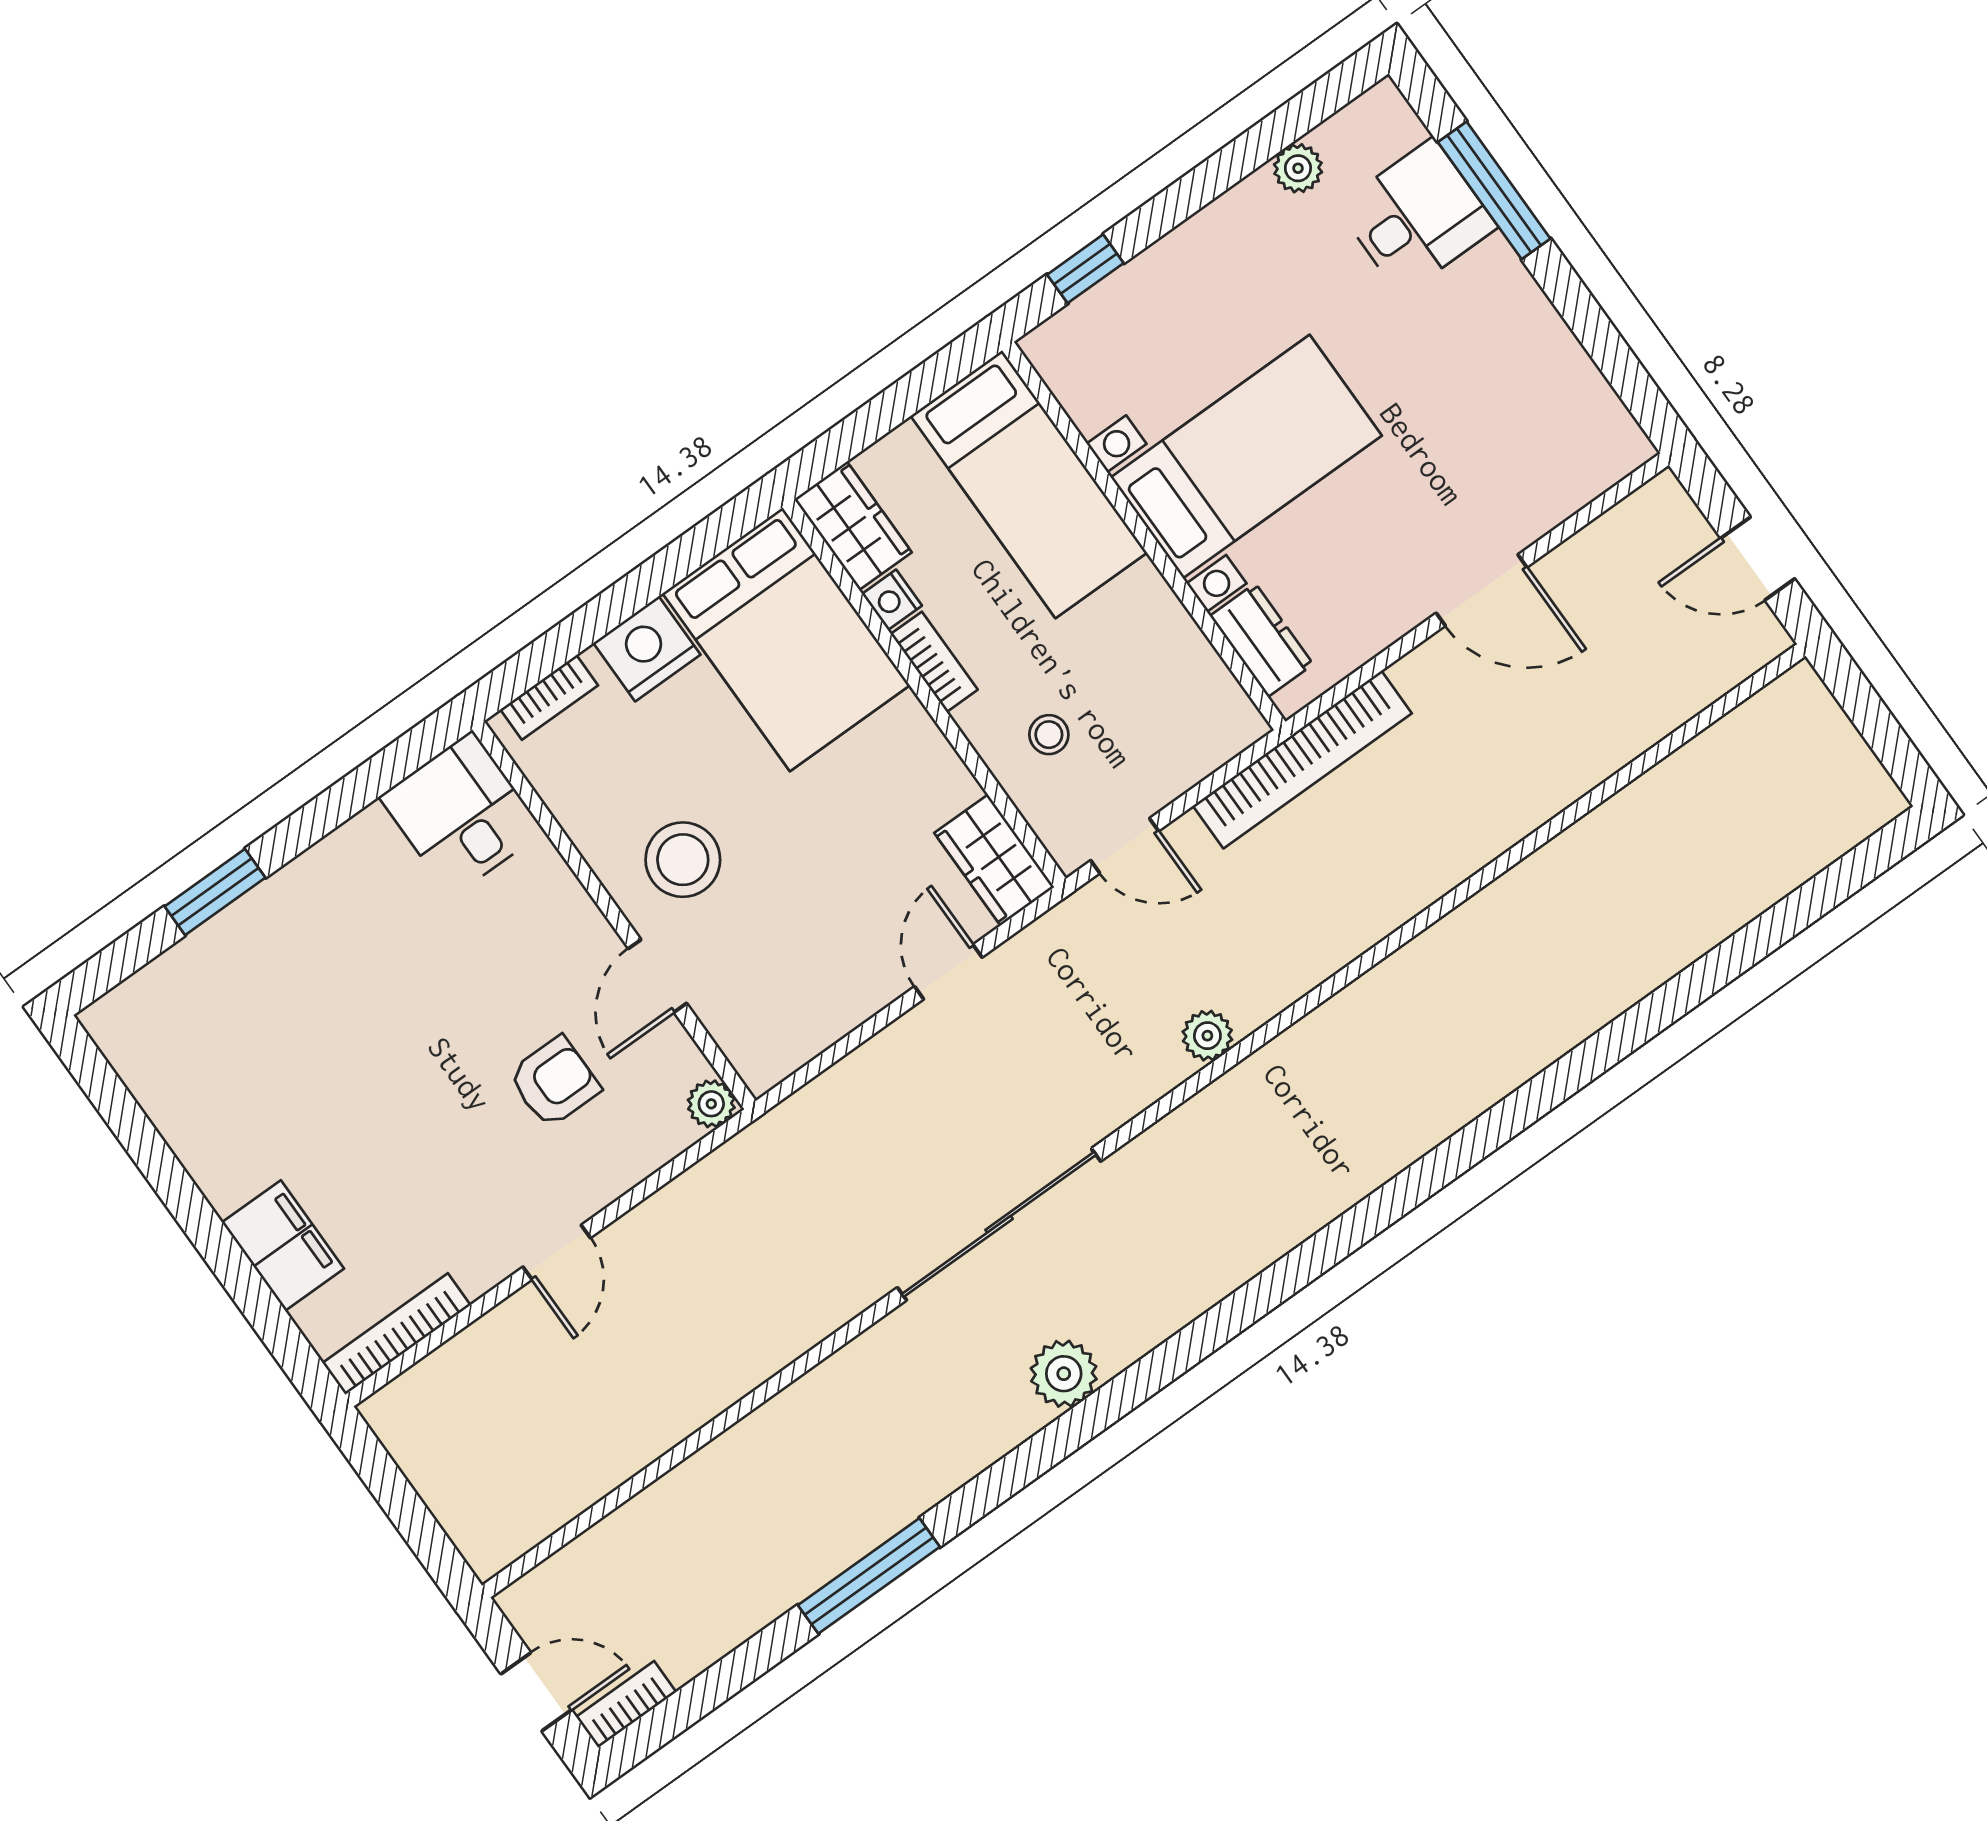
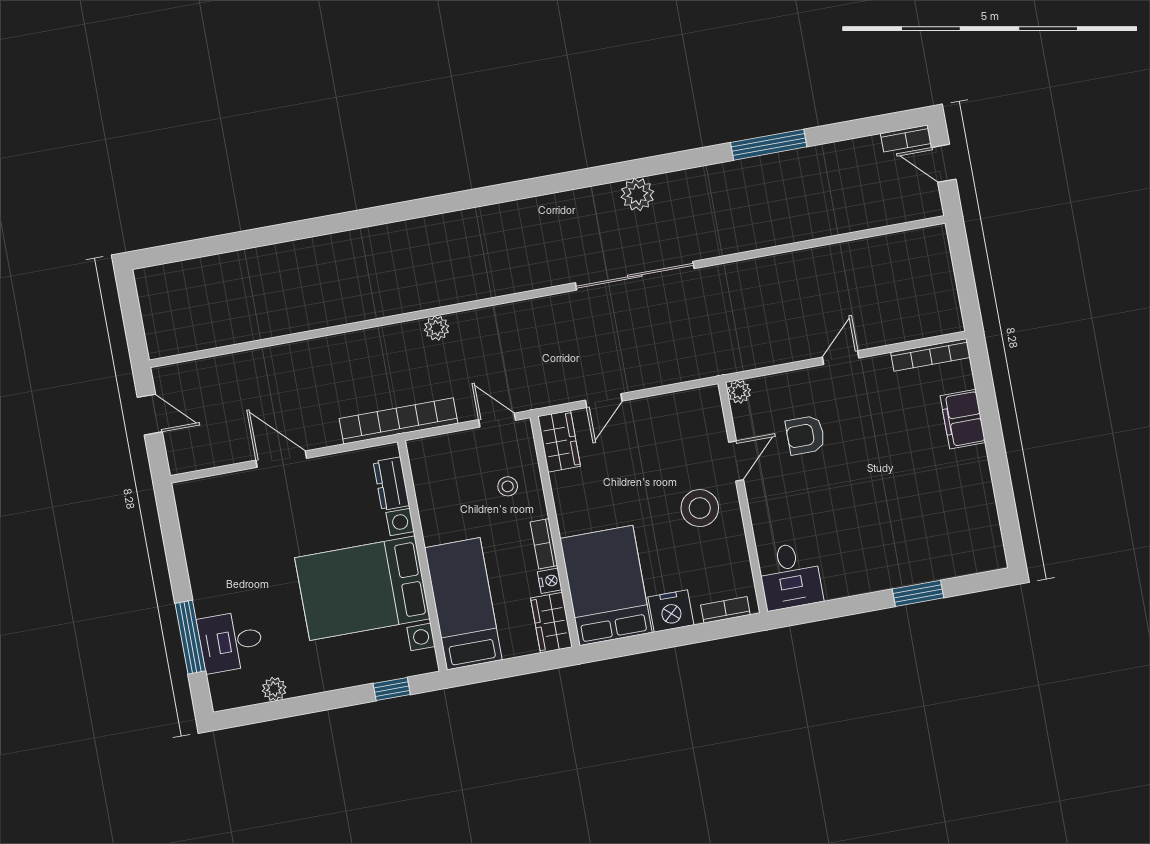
bed with nightstands: (1246, 457) -> (362, 588), width x1.36
plant: (1207, 1036) -> (437, 328), moved

